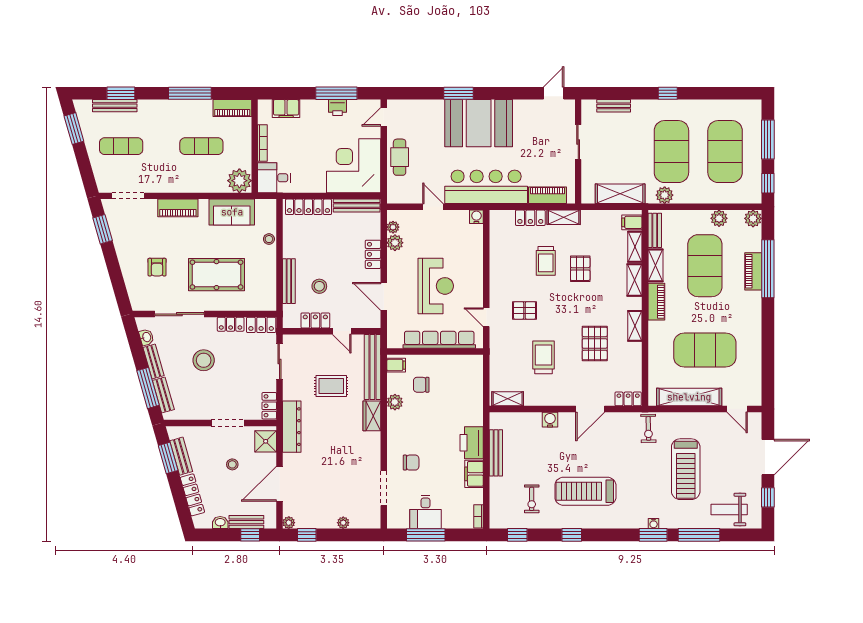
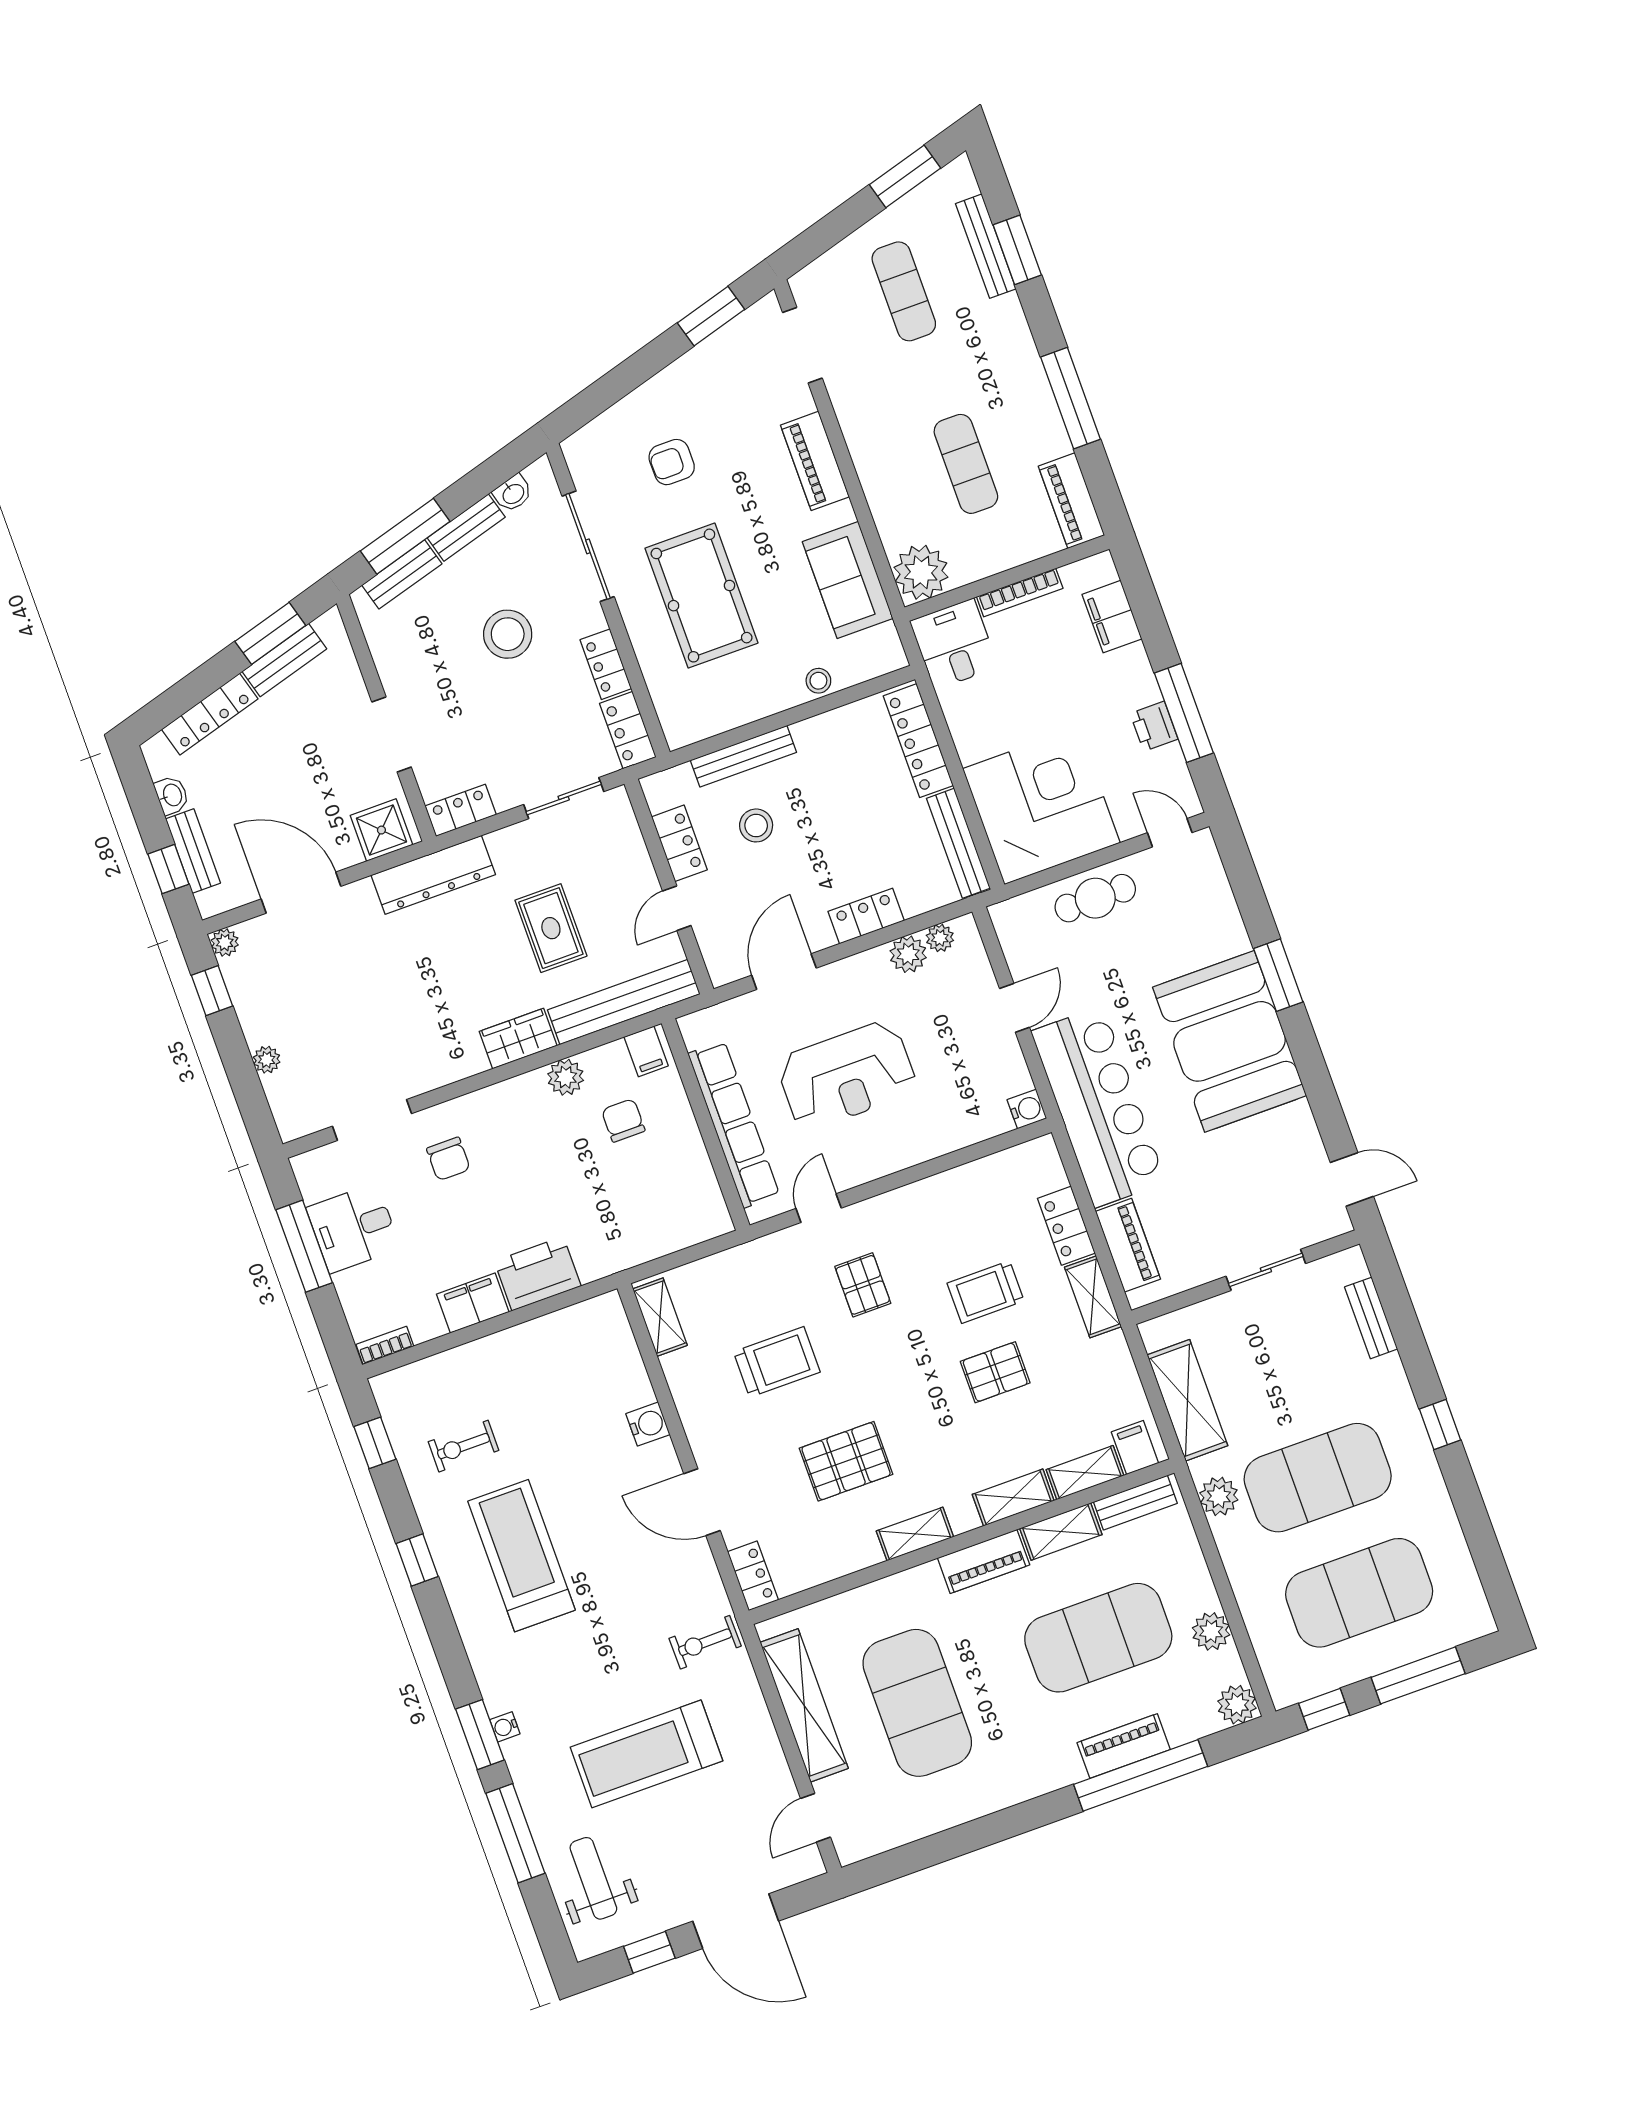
bench: (496, 453) -> (535, 1334), removed
stool: (232, 464) -> (306, 776), removed

